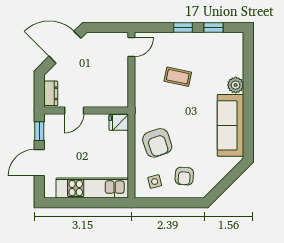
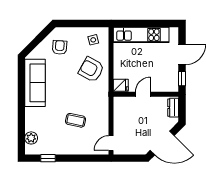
window: (183, 27) -> (72, 158), removed
plant: (236, 85) -> (31, 138), moved
door: (74, 111) -> (143, 94), moved
armchair: (157, 143) -> (91, 70), turned -42
armchair: (184, 176) -> (60, 47), moved

